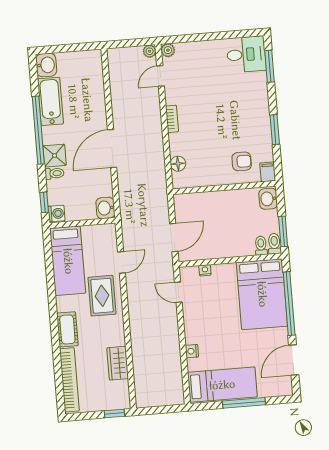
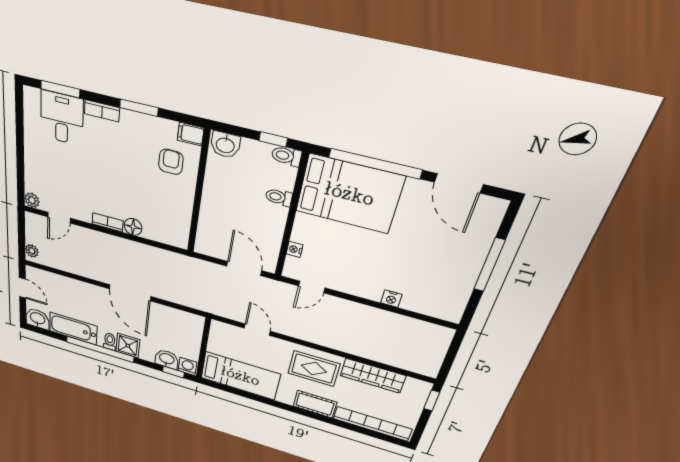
door: (75, 48) -> (23, 288), added
plant: (150, 51) -> (32, 251), moved
desk: (246, 54) -> (62, 118), moved
door: (161, 76) -> (59, 218), hinge flipped
bookcase: (263, 101) -> (102, 111), added
floor lamp: (178, 164) -> (133, 227), moved
toilet: (54, 173) -> (110, 341), moved
washbasin: (105, 208) -> (167, 359), moved, turned 180
window: (283, 231) -> (273, 139), width x0.67
toilet: (261, 246) -> (279, 197), moved
rug: (102, 296) -> (314, 369), moved
wardrobe: (118, 363) -> (373, 376), width x1.50
bed: (222, 385) -> (451, 281), removed

